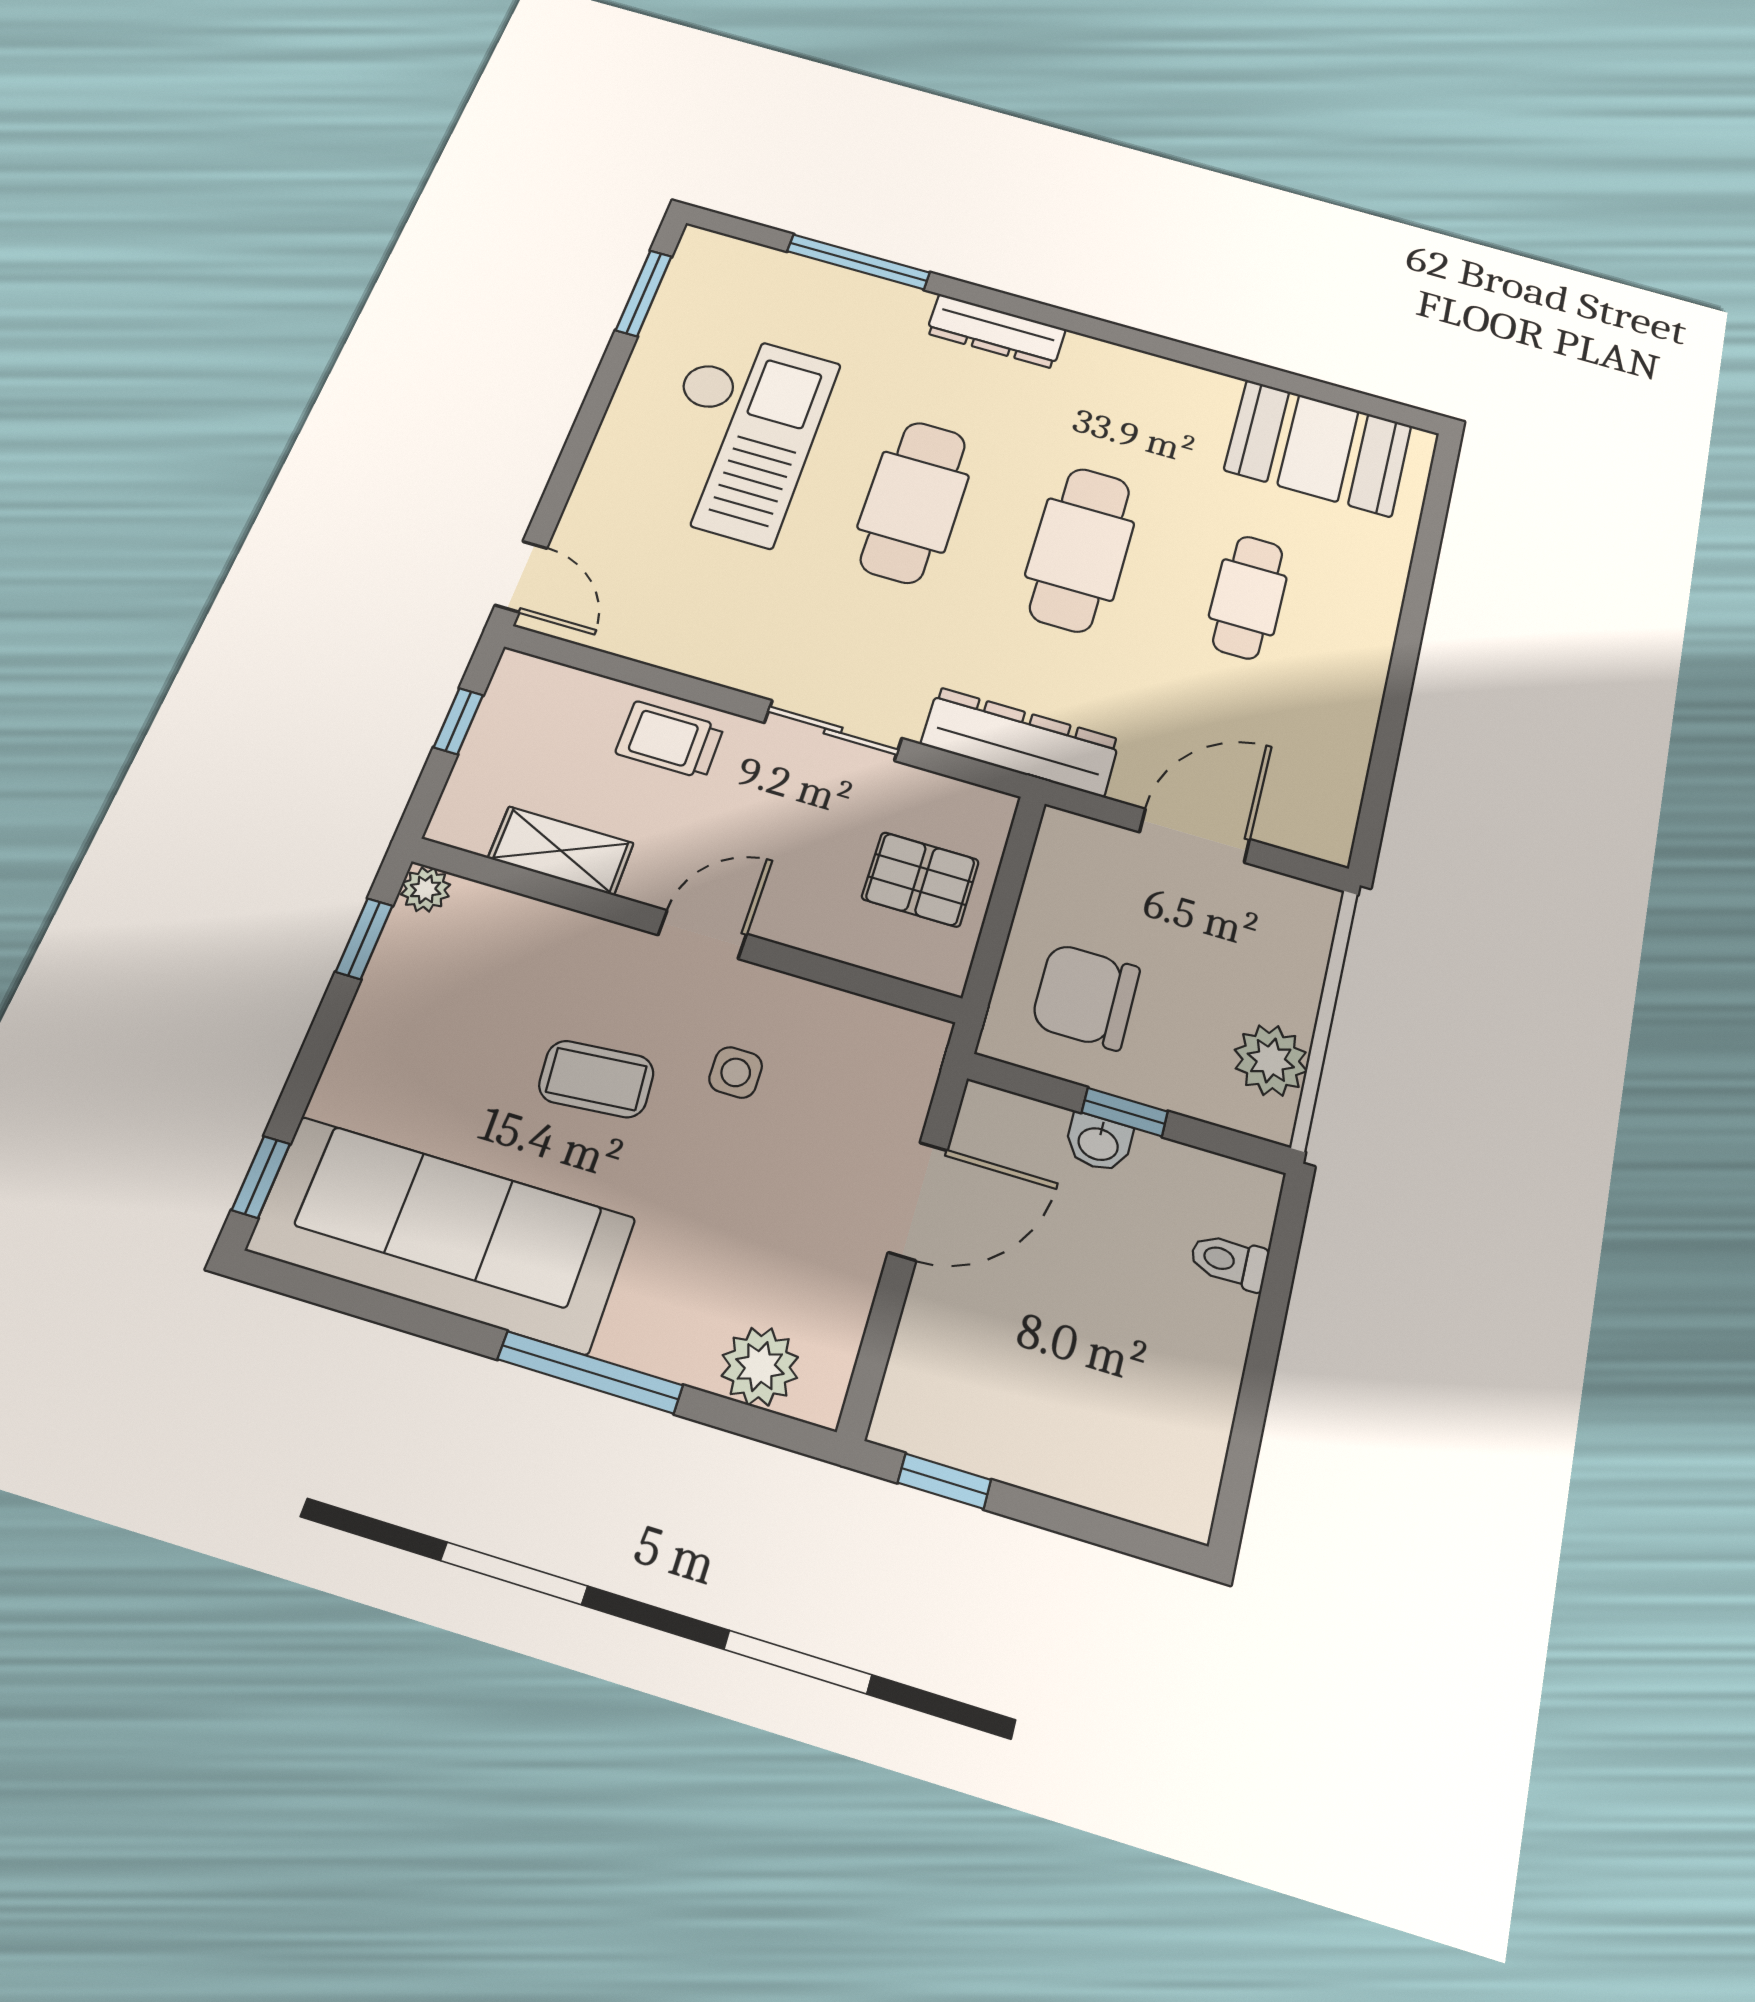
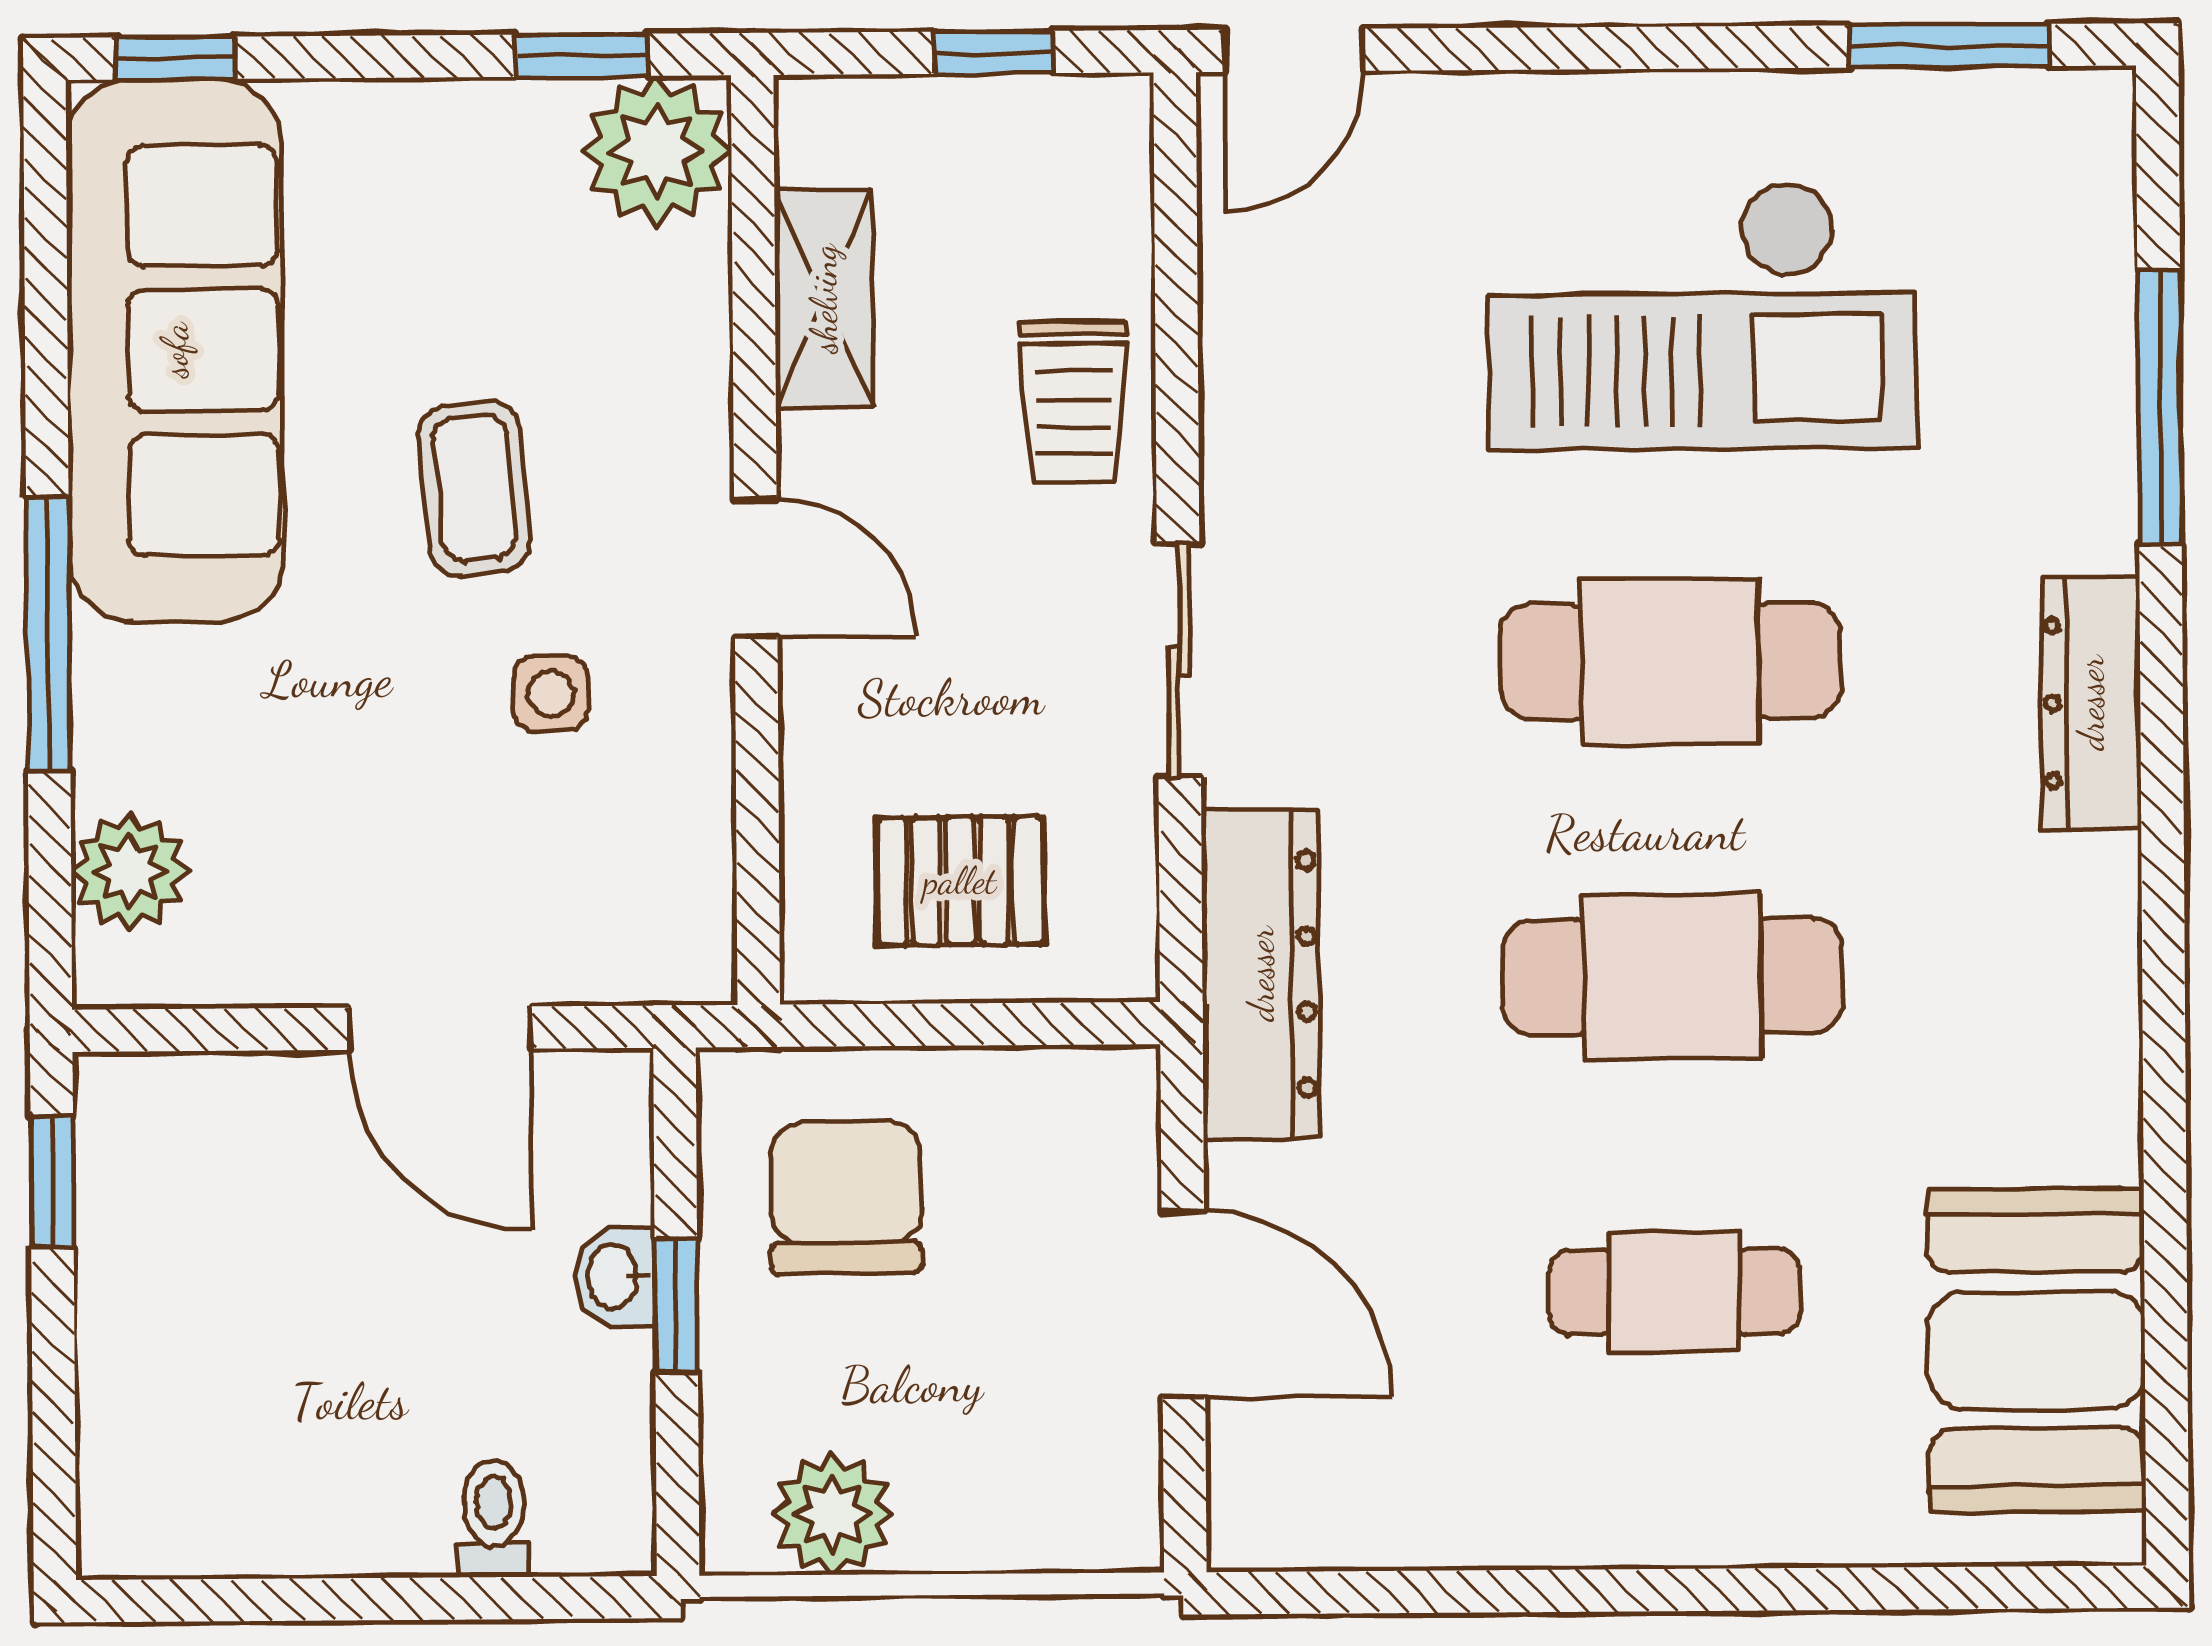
trolley: (670, 740) -> (1073, 402), turned 180
pallet: (920, 879) -> (960, 881), turned 90
plant: (426, 889) -> (657, 151), width x1.88, depth x1.88

